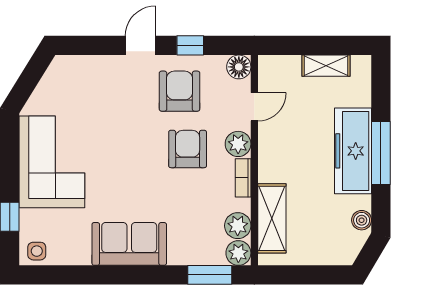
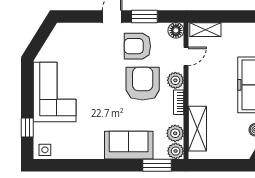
window: (190, 45) -> (144, 16), width x1.50
shelving: (326, 66) -> (205, 30), moved
armchair: (180, 91) -> (137, 46), turned -90
armchair: (188, 149) -> (143, 84), width x1.36, depth x1.36
sofa: (129, 244) -> (129, 145), moved

